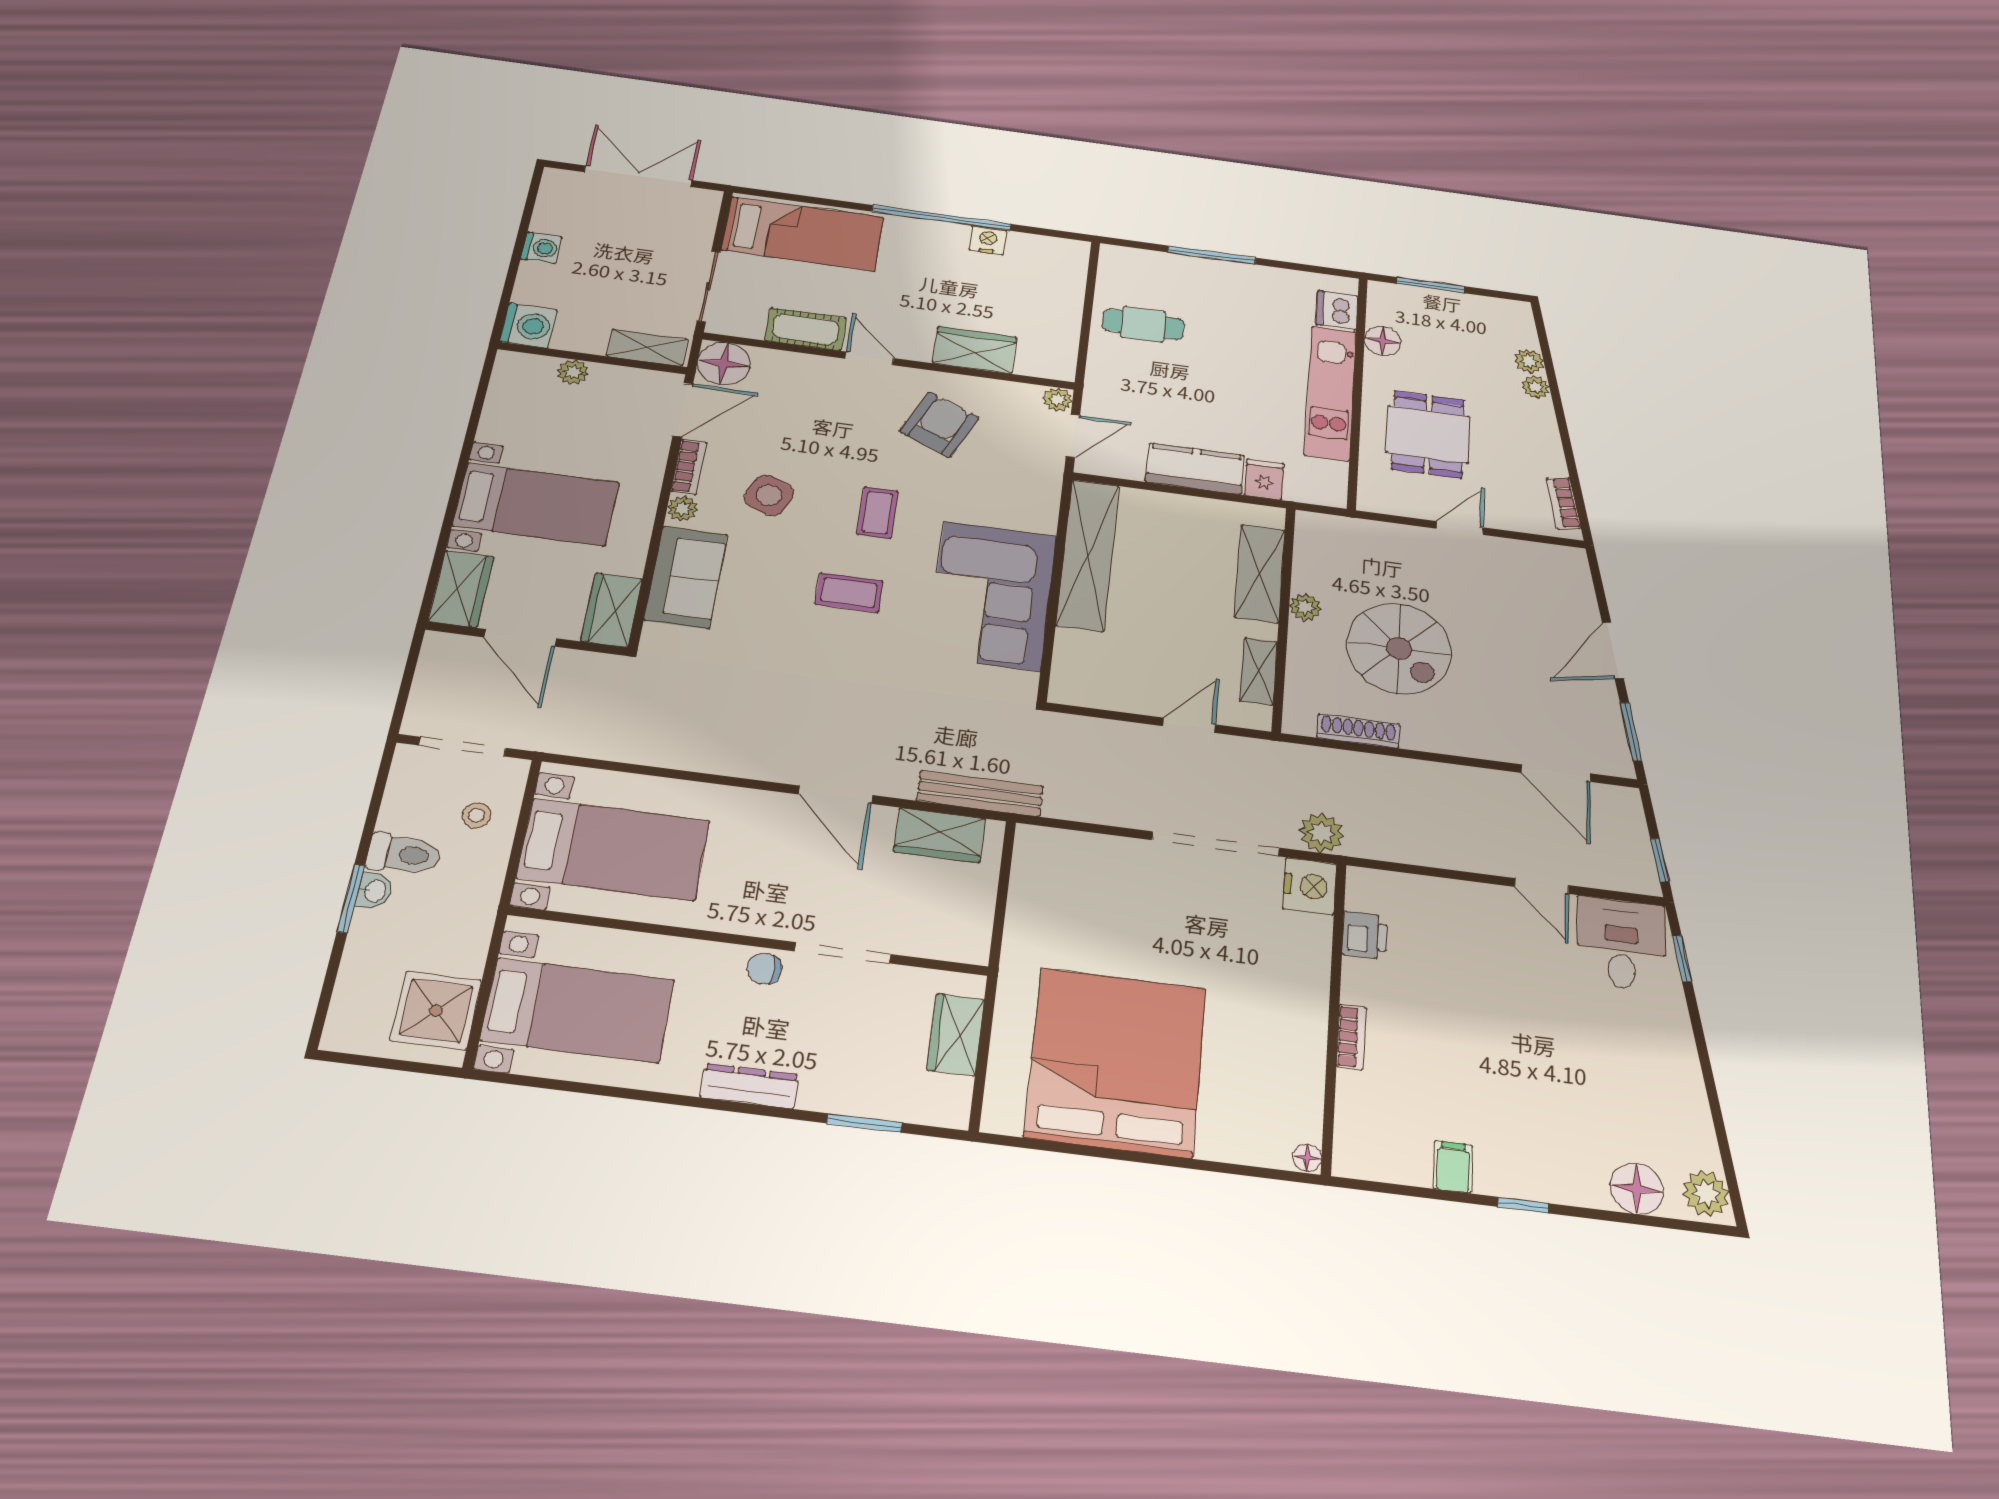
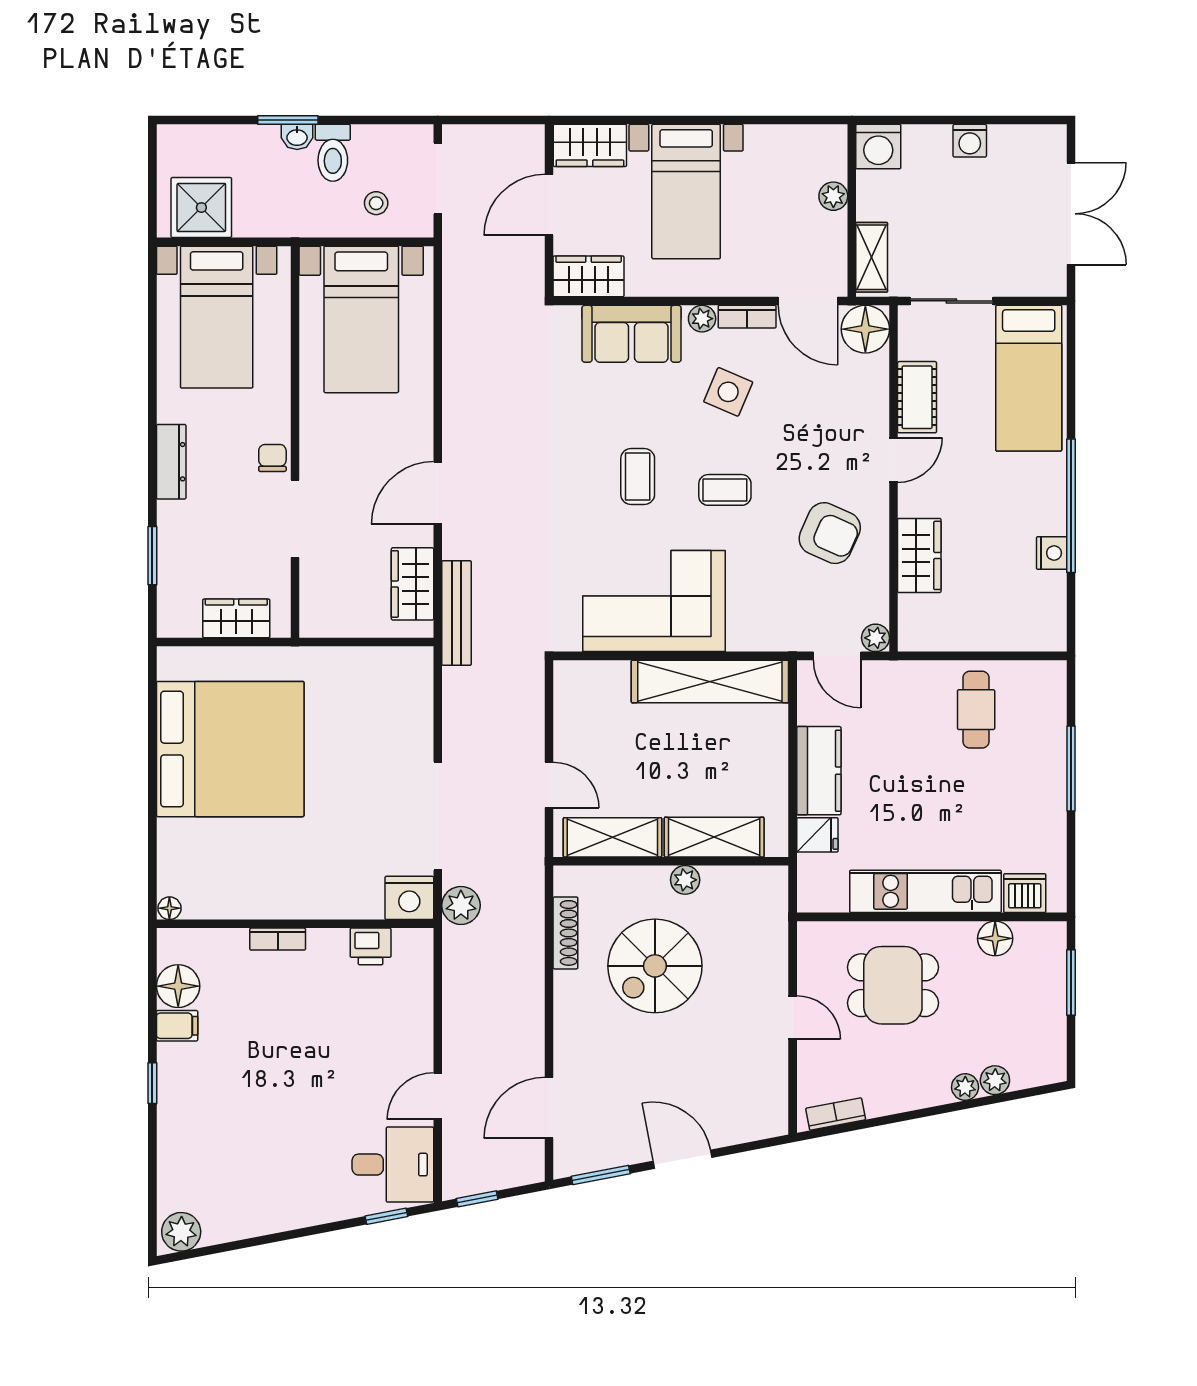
shelving: (1259, 671) -> (612, 837), width x1.50, depth x1.33
floor lamp: (1637, 1189) -> (178, 986), moved

